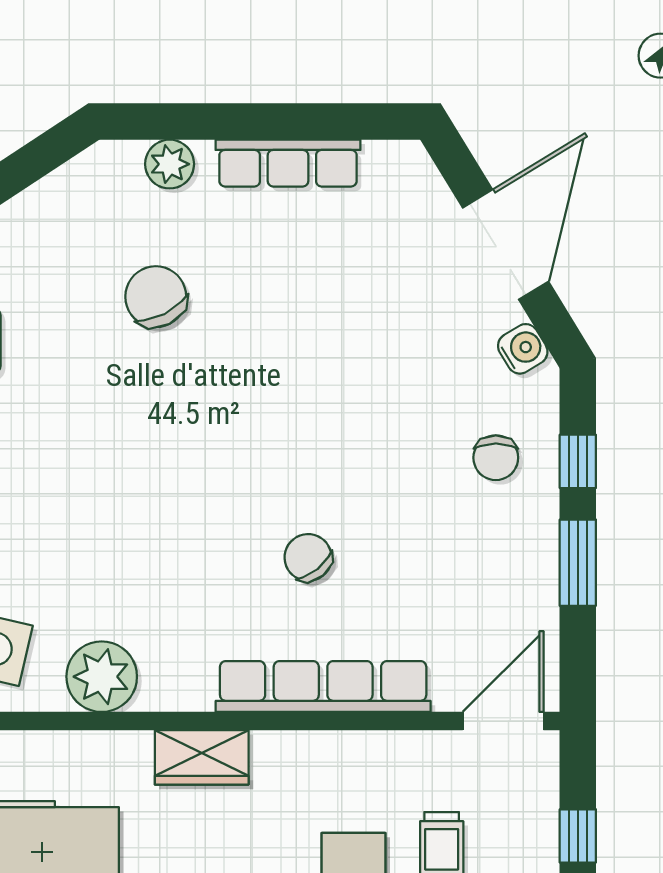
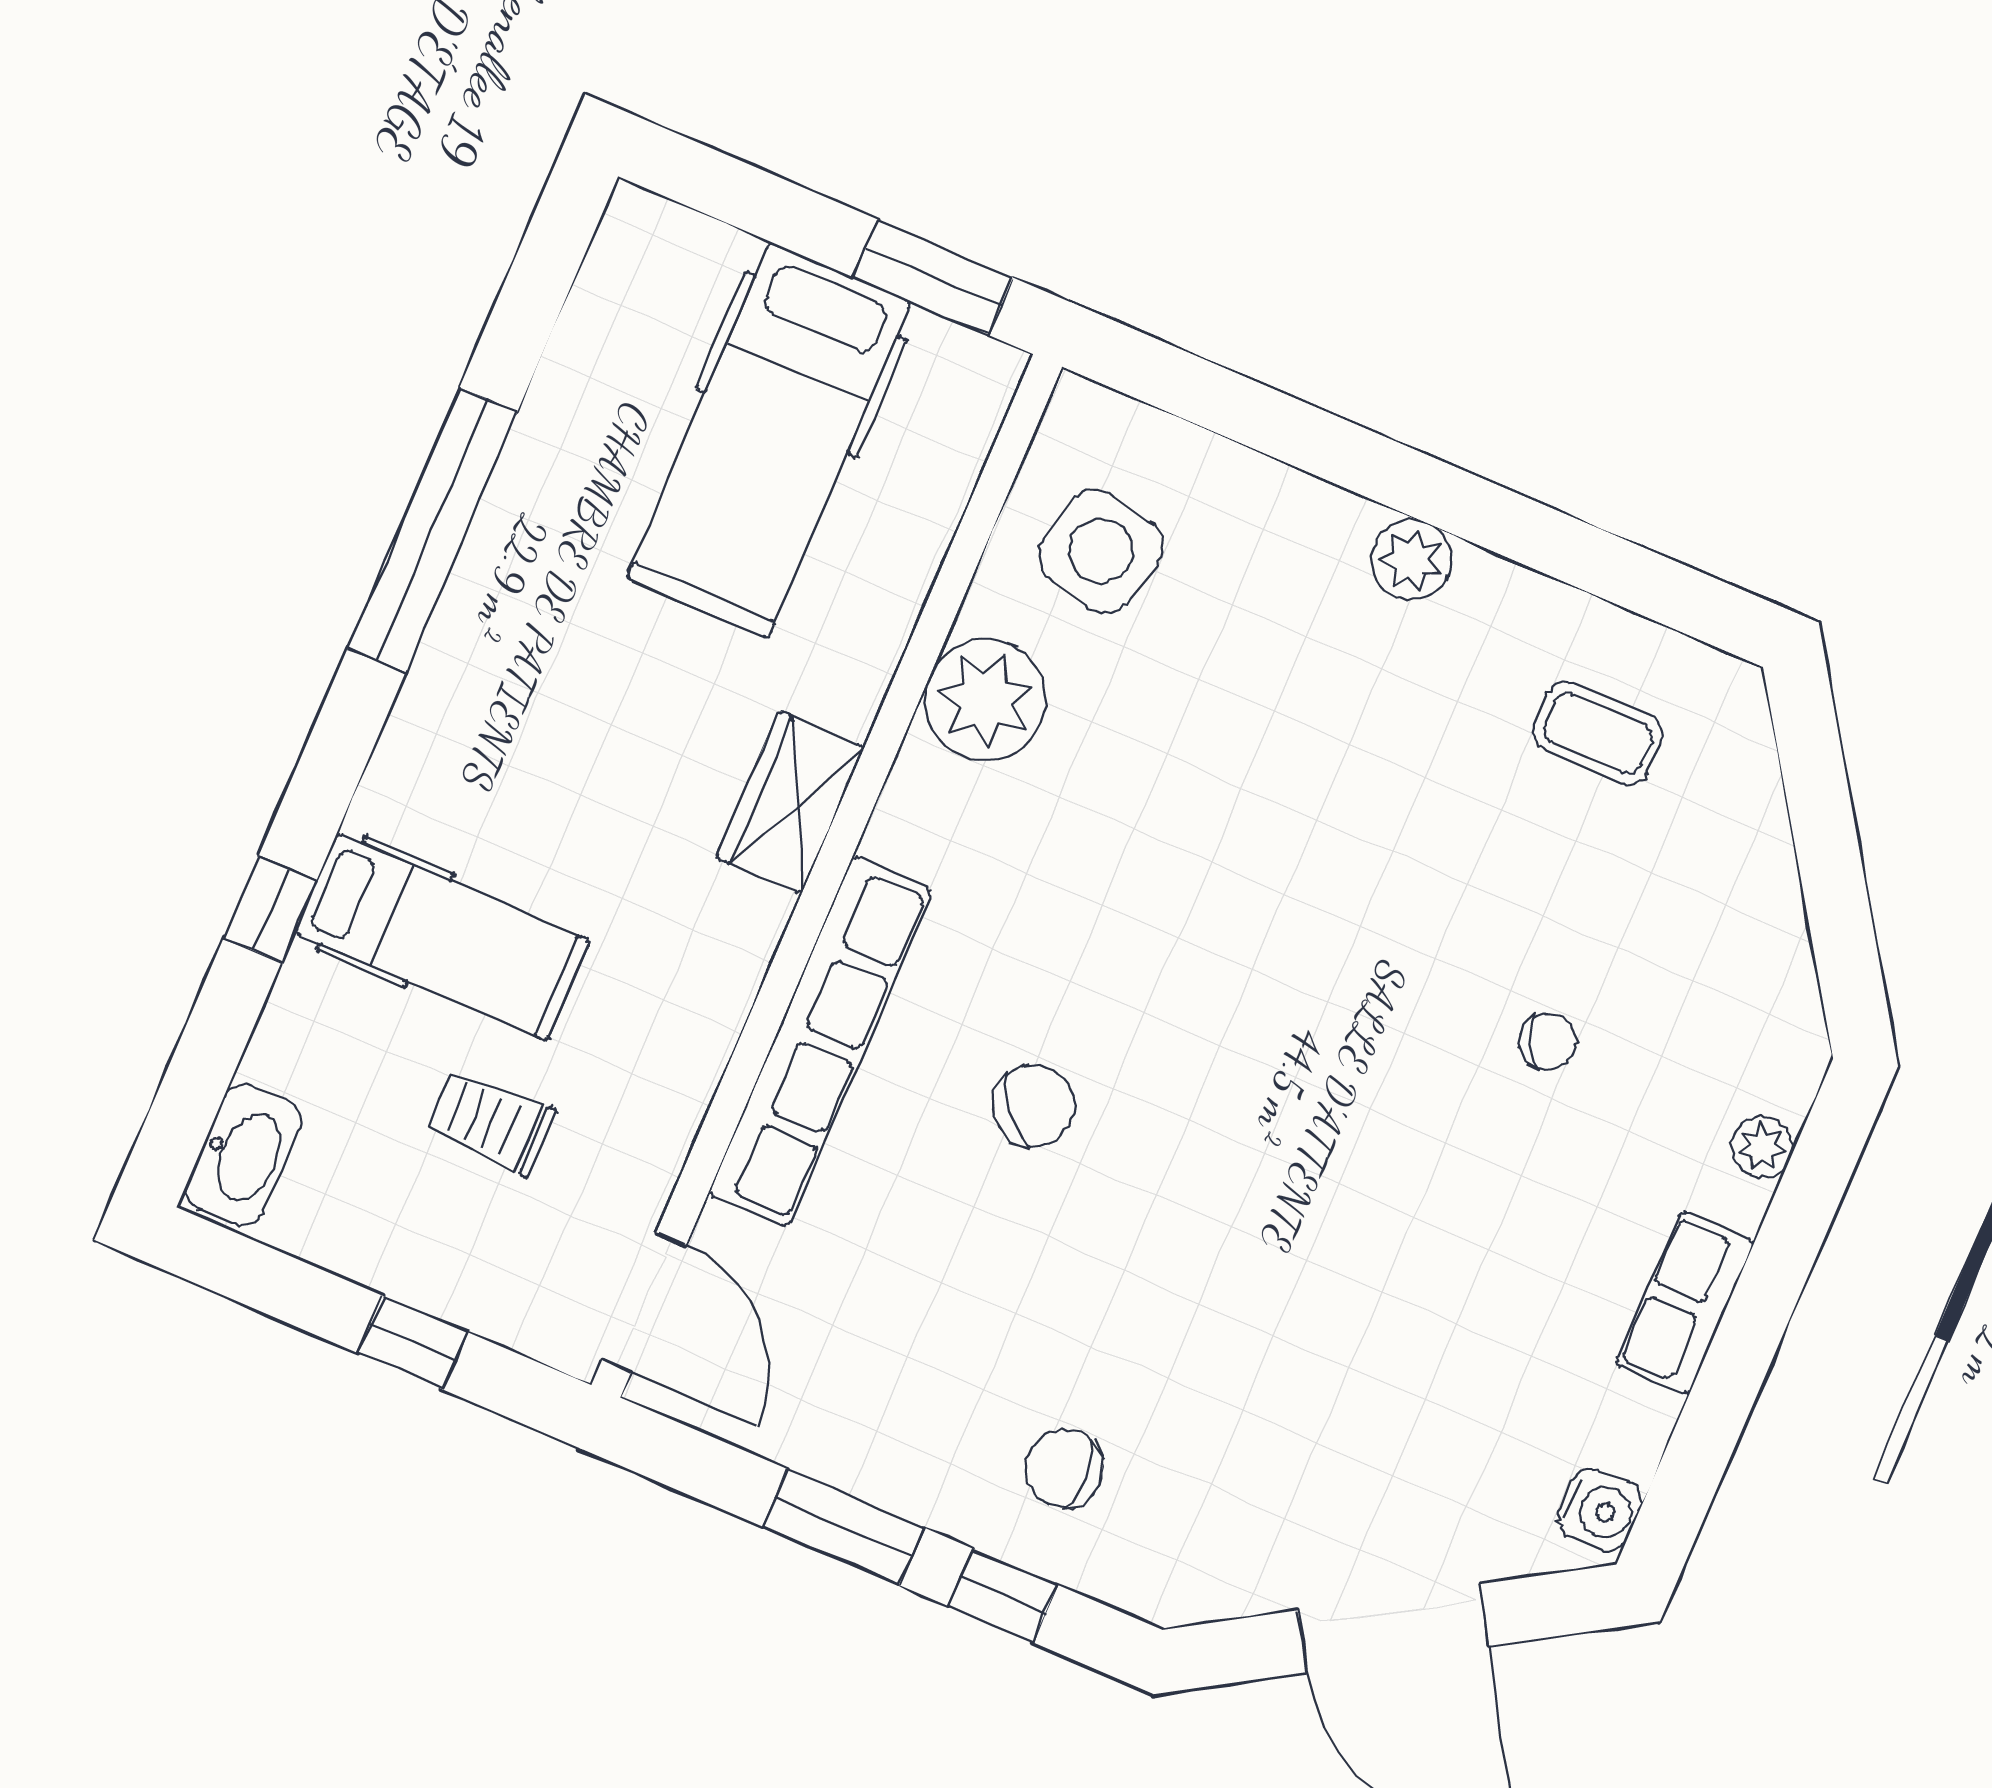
row of seats: (288, 163) -> (1685, 1303), width x0.68
plant: (170, 164) -> (1762, 1147), width x0.73, depth x0.73
chair: (156, 297) -> (1548, 1041), width x0.54, depth x0.54
water cooler: (523, 349) -> (1600, 1510), moved, turned -59

